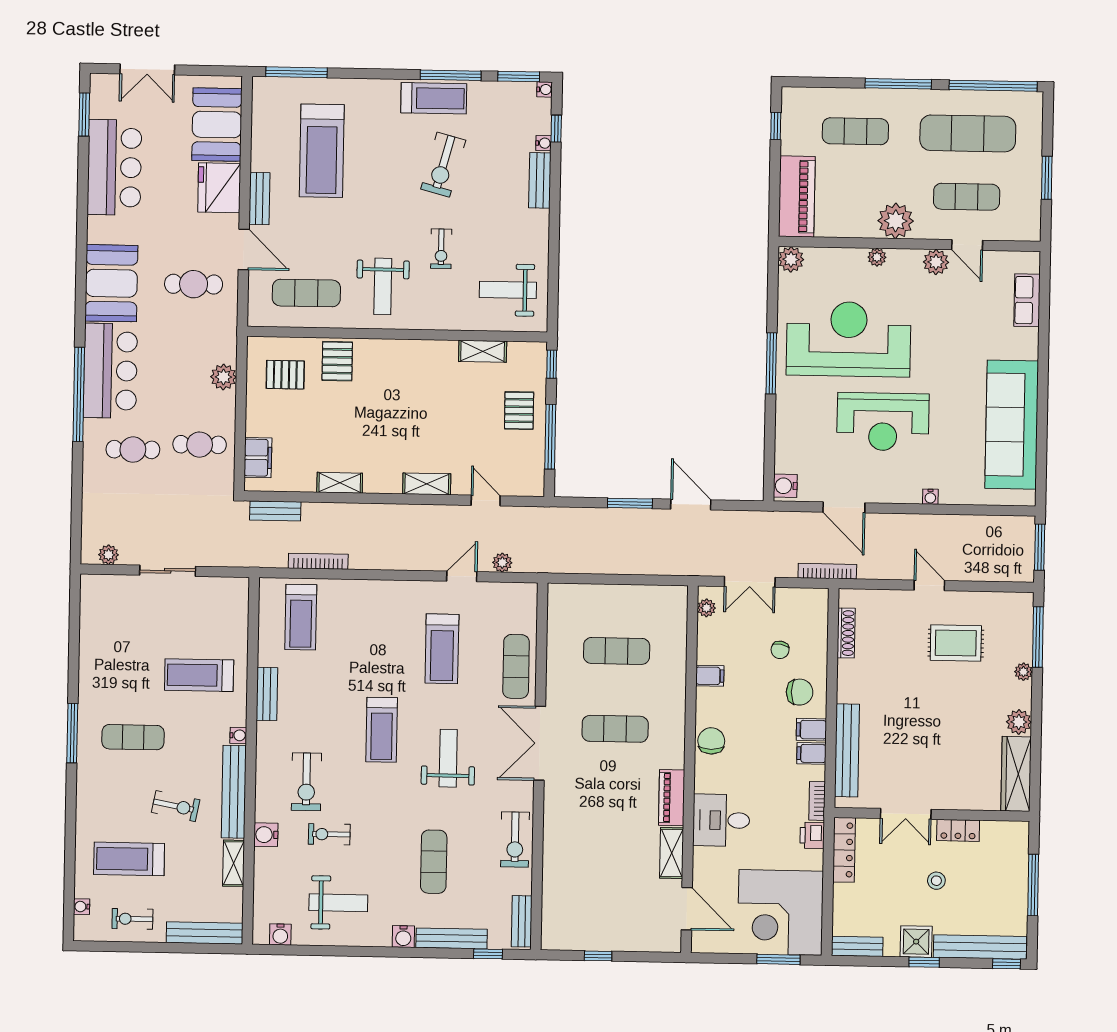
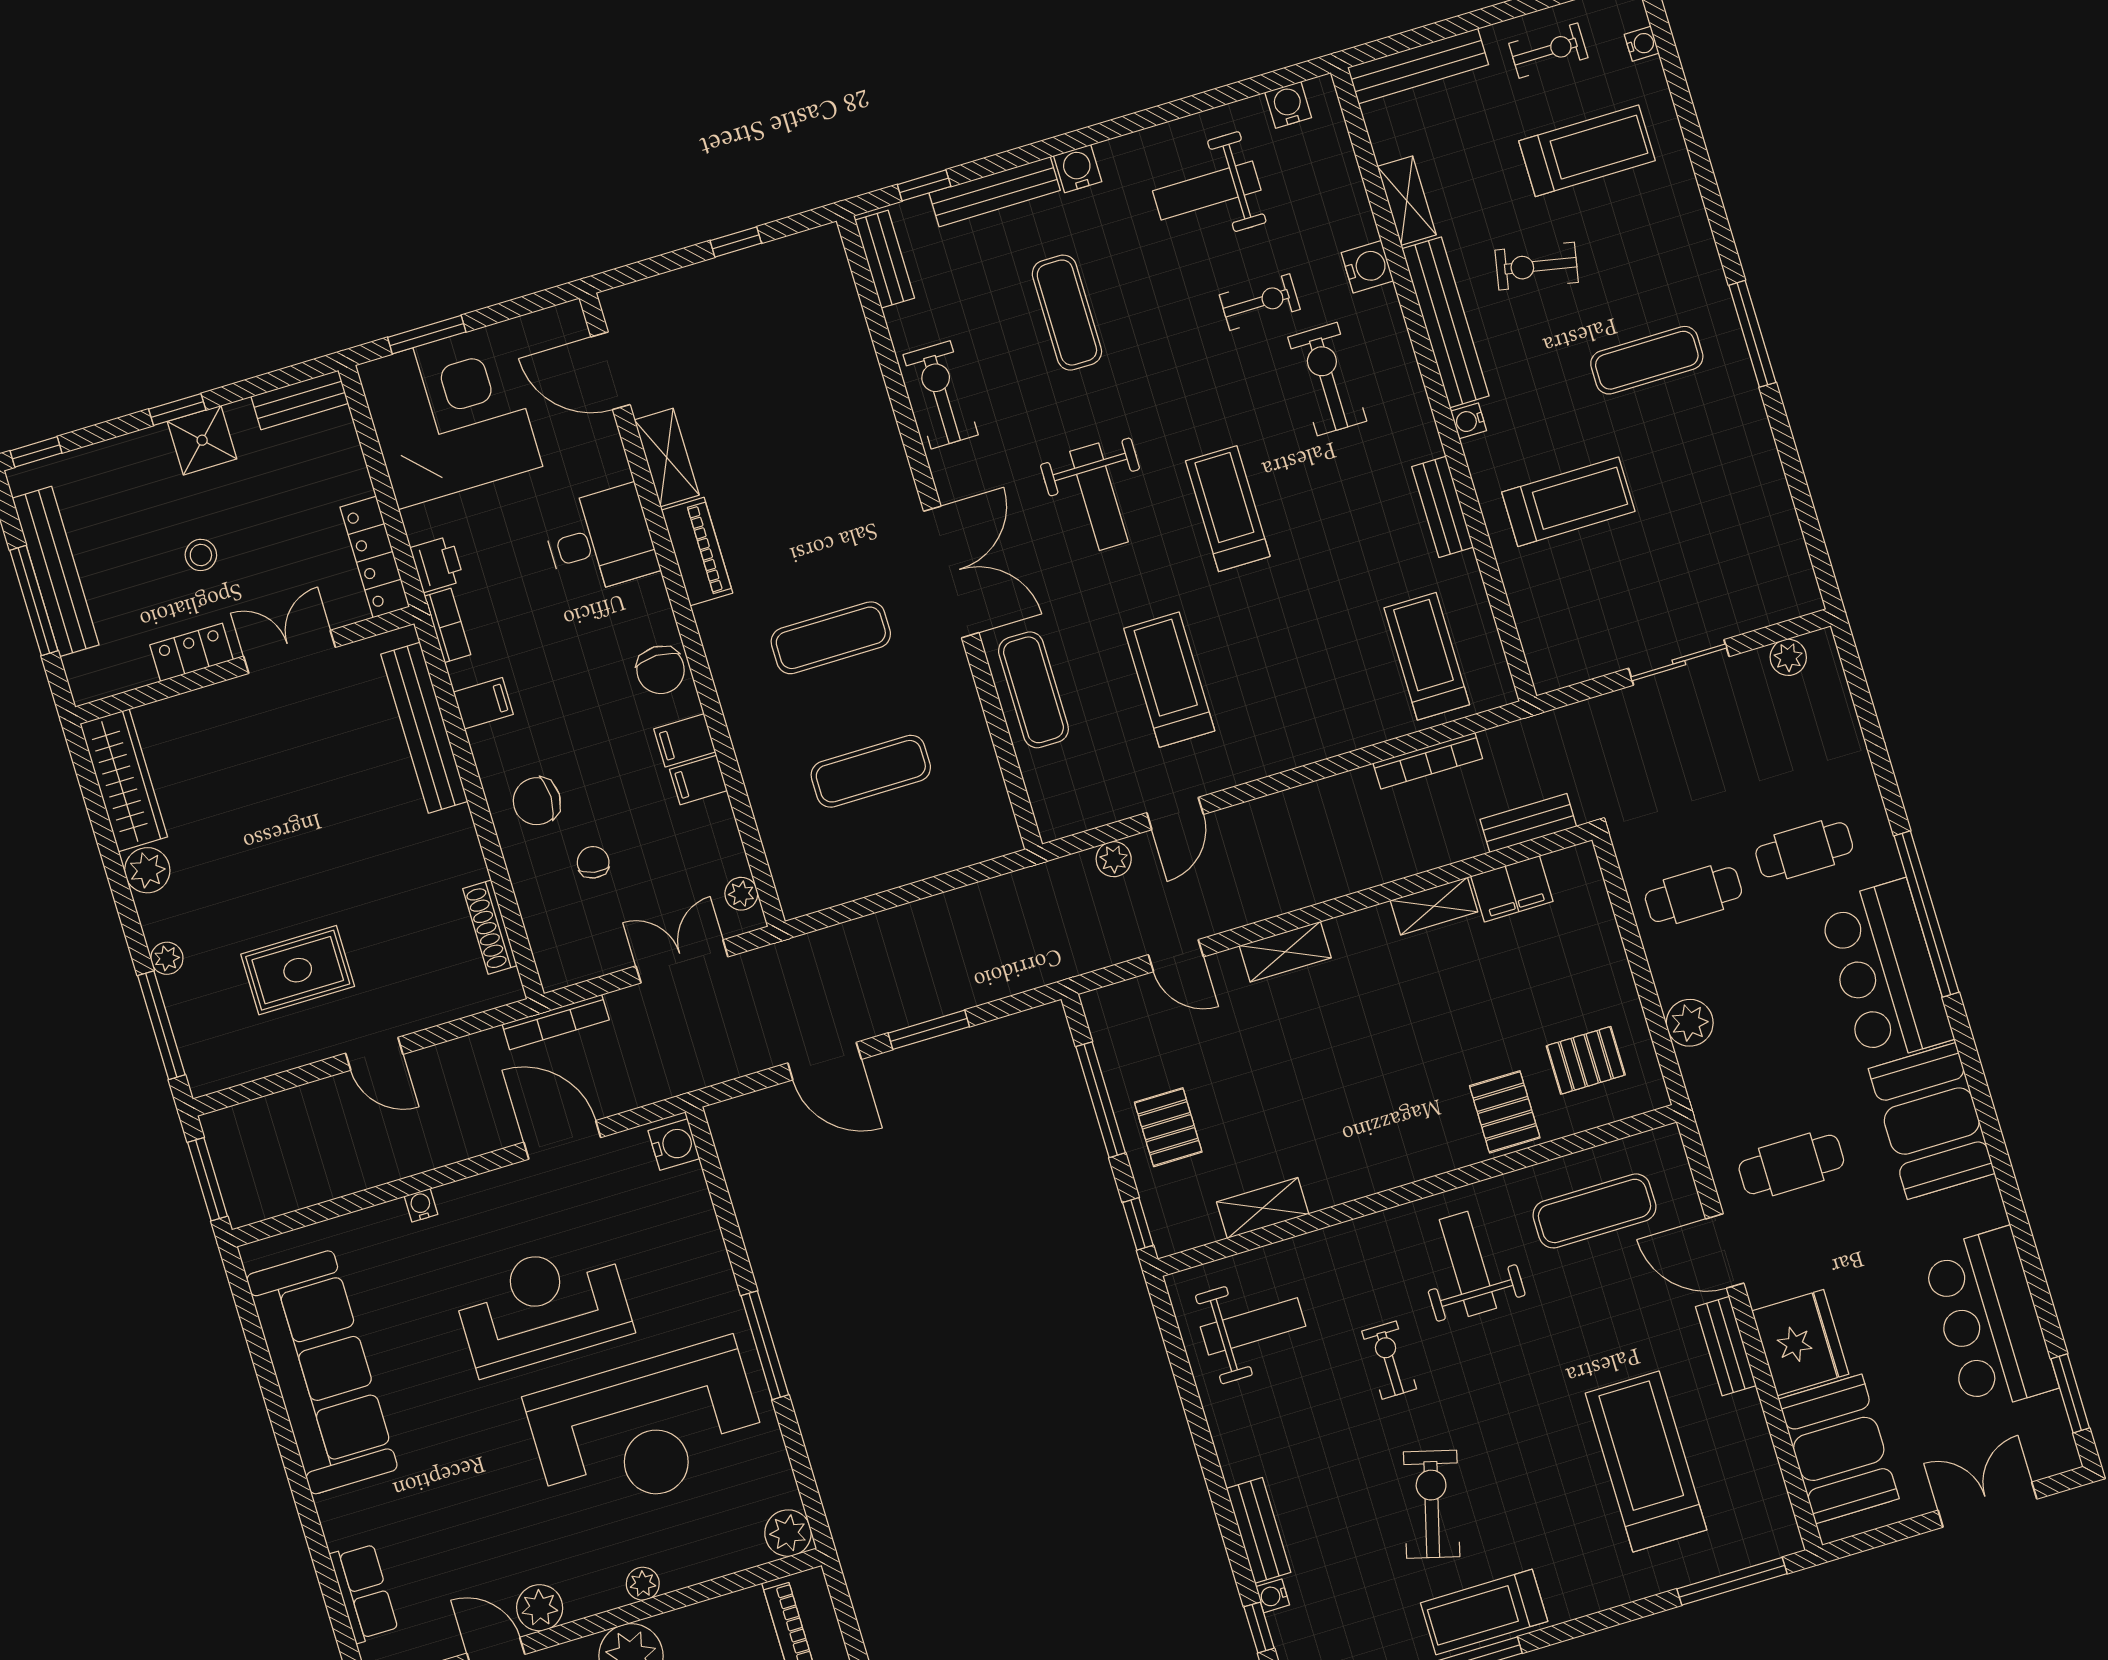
filing cabinet: (258, 458) -> (1512, 889), moved, turned -90
filing cabinet: (811, 730) -> (685, 740), moved, turned 180
bench: (980, 947) -> (56, 571), moved, turned 90

